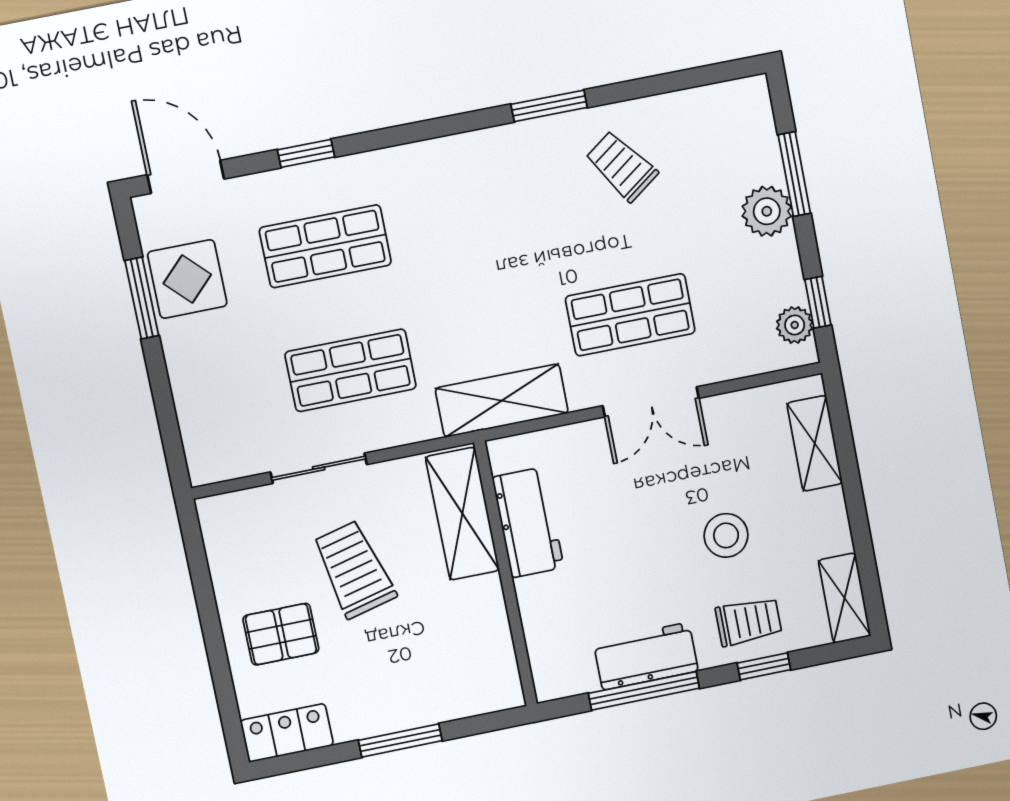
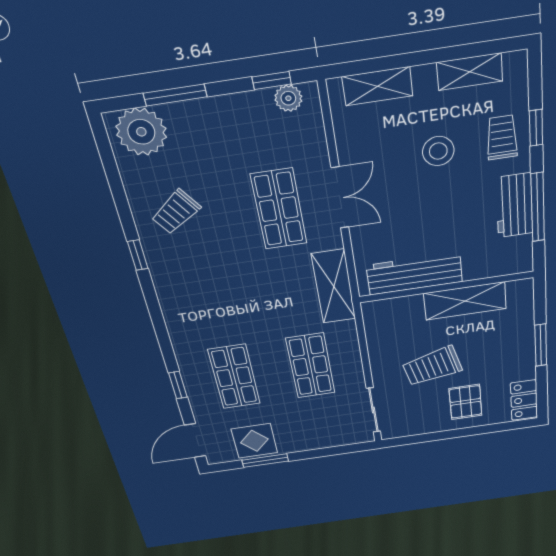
window: (549, 106) -> (138, 255), width x0.67
plant: (767, 211) -> (141, 132), moved, width x1.36, depth x1.36
sliding door: (319, 468) -> (373, 410), moved
shelving: (462, 514) -> (465, 301), moved
workbench: (528, 522) -> (415, 274), width x1.38
shelving: (845, 598) -> (470, 72), moved

